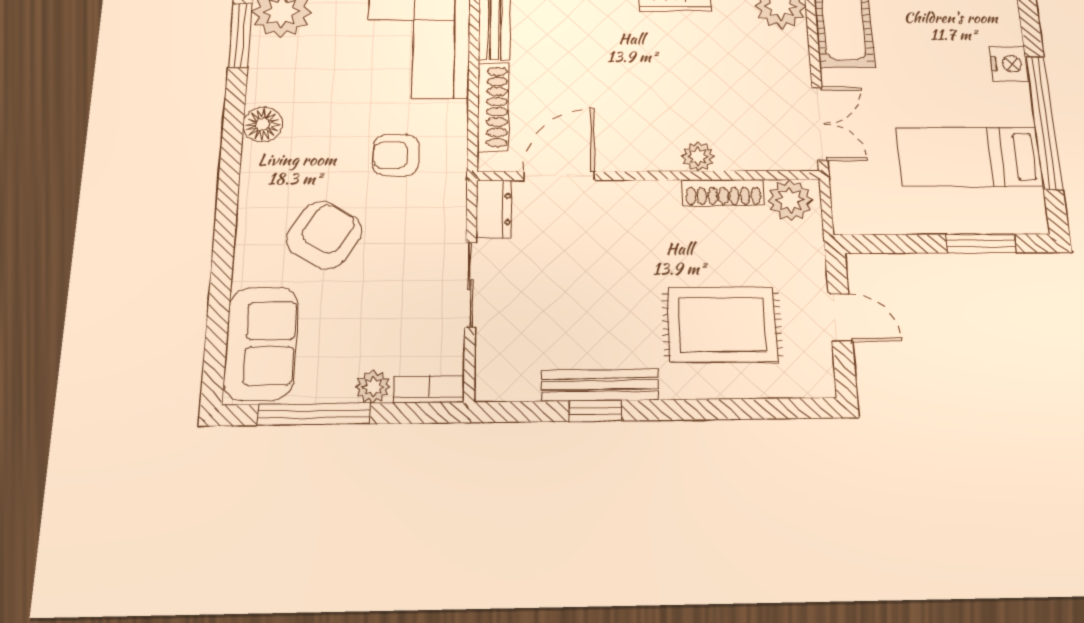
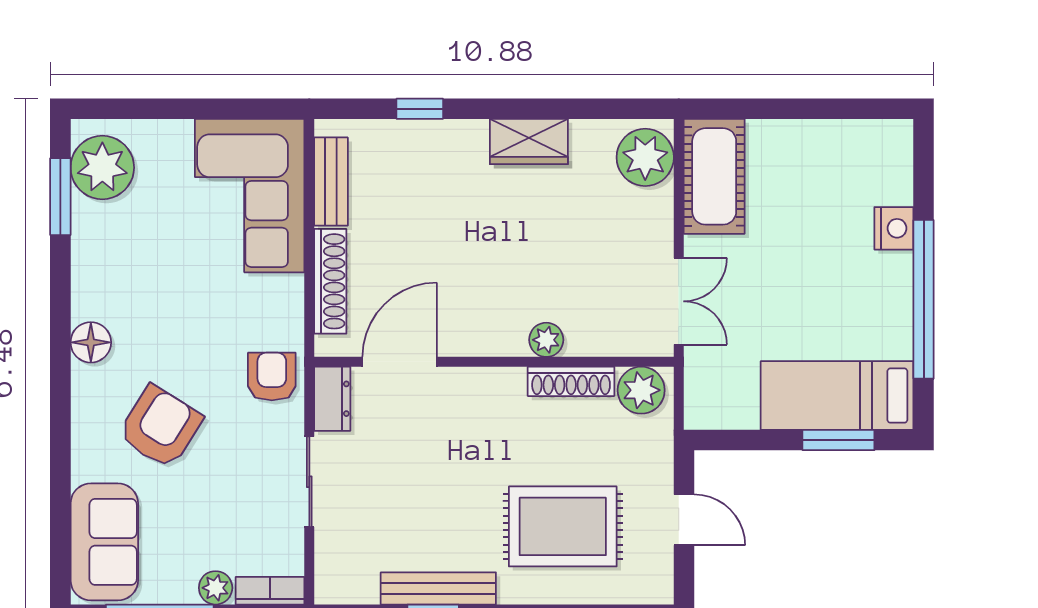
floor lamp: (263, 125) -> (91, 342), moved
armchair: (396, 155) -> (272, 377), moved, turned 90
bed: (969, 157) -> (837, 396), moved

